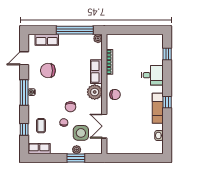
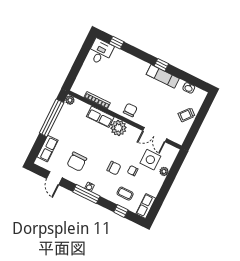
desk: (152, 75) -> (100, 52), moved
chair: (70, 107) -> (114, 168), moved
trolley: (135, 145) -> (186, 115), added
window: (76, 158) -> (171, 176), removed

